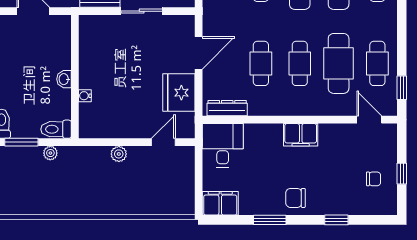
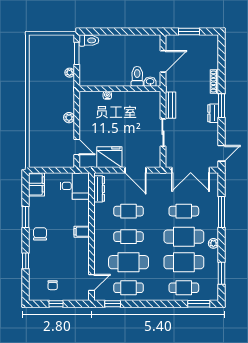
washbasin: (64, 79) -> (150, 82), moved
toilet: (56, 129) -> (137, 76), moved
filing cabinet: (301, 135) -> (82, 232), width x0.50

